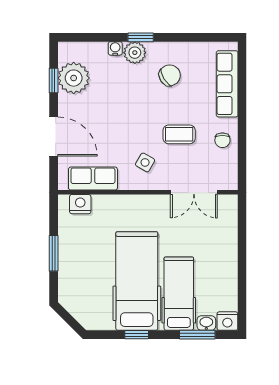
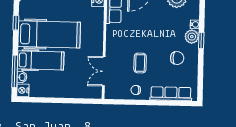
chair: (170, 75) -> (177, 58), turned -58
side table: (145, 162) -> (123, 41), removed
window: (137, 335) -> (16, 23), moved
window: (197, 335) -> (15, 71), width x1.44

